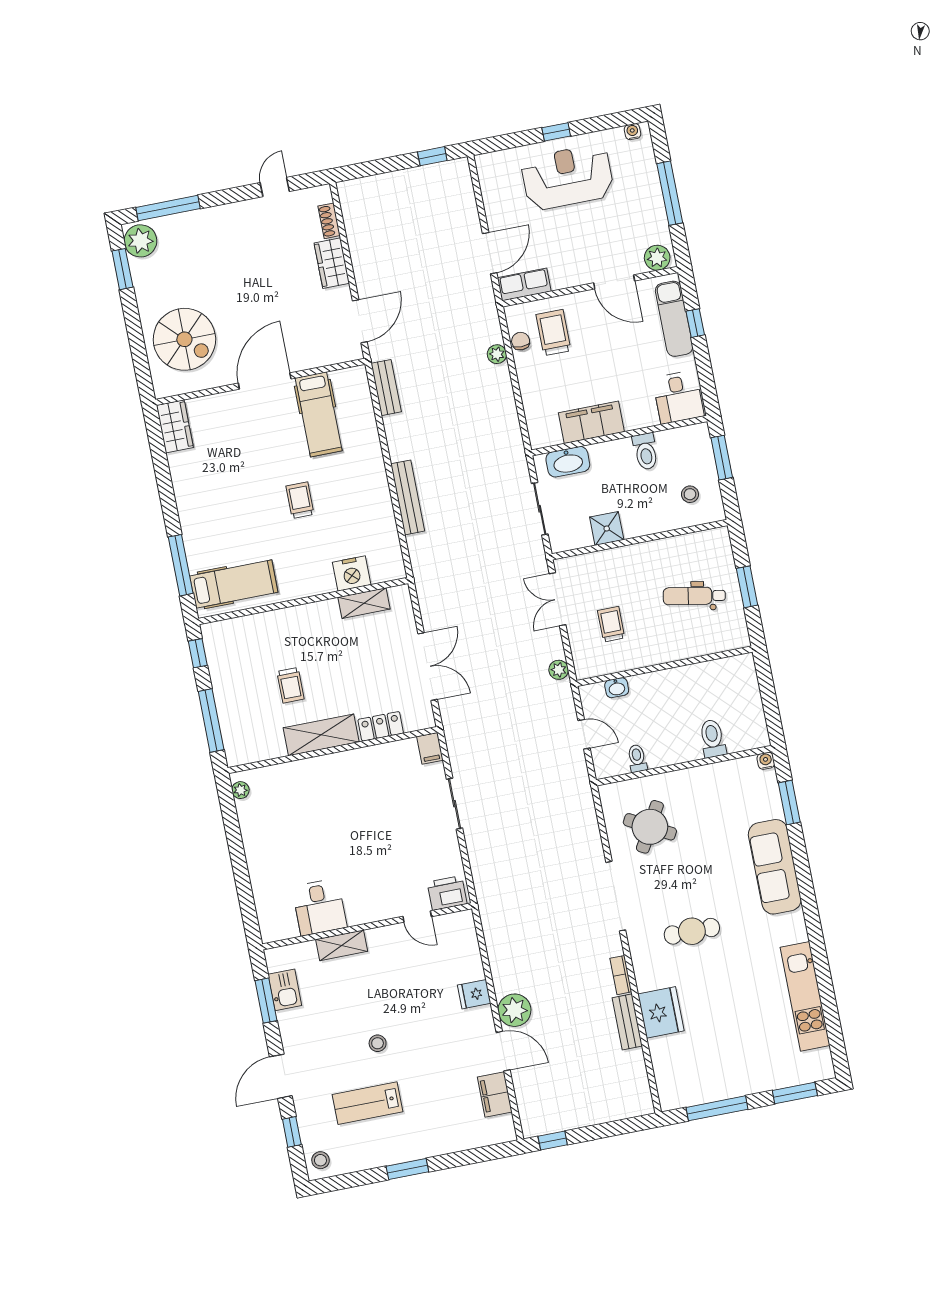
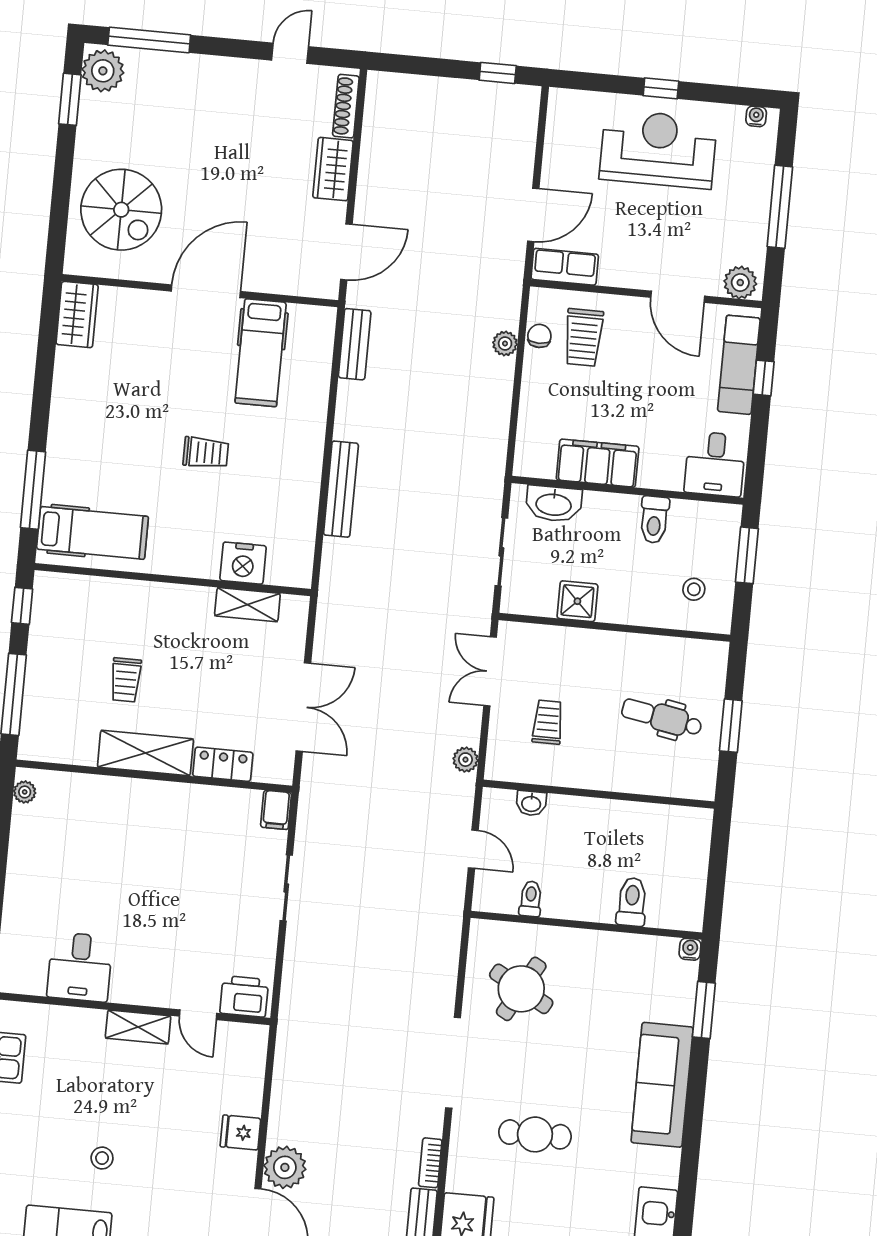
shoe rack: (329, 221) -> (346, 106), width x1.43
trolley: (553, 333) -> (583, 337), turned 180
trolley: (300, 500) -> (206, 453), turned 90
shelving: (342, 945) -> (138, 1027), moved

